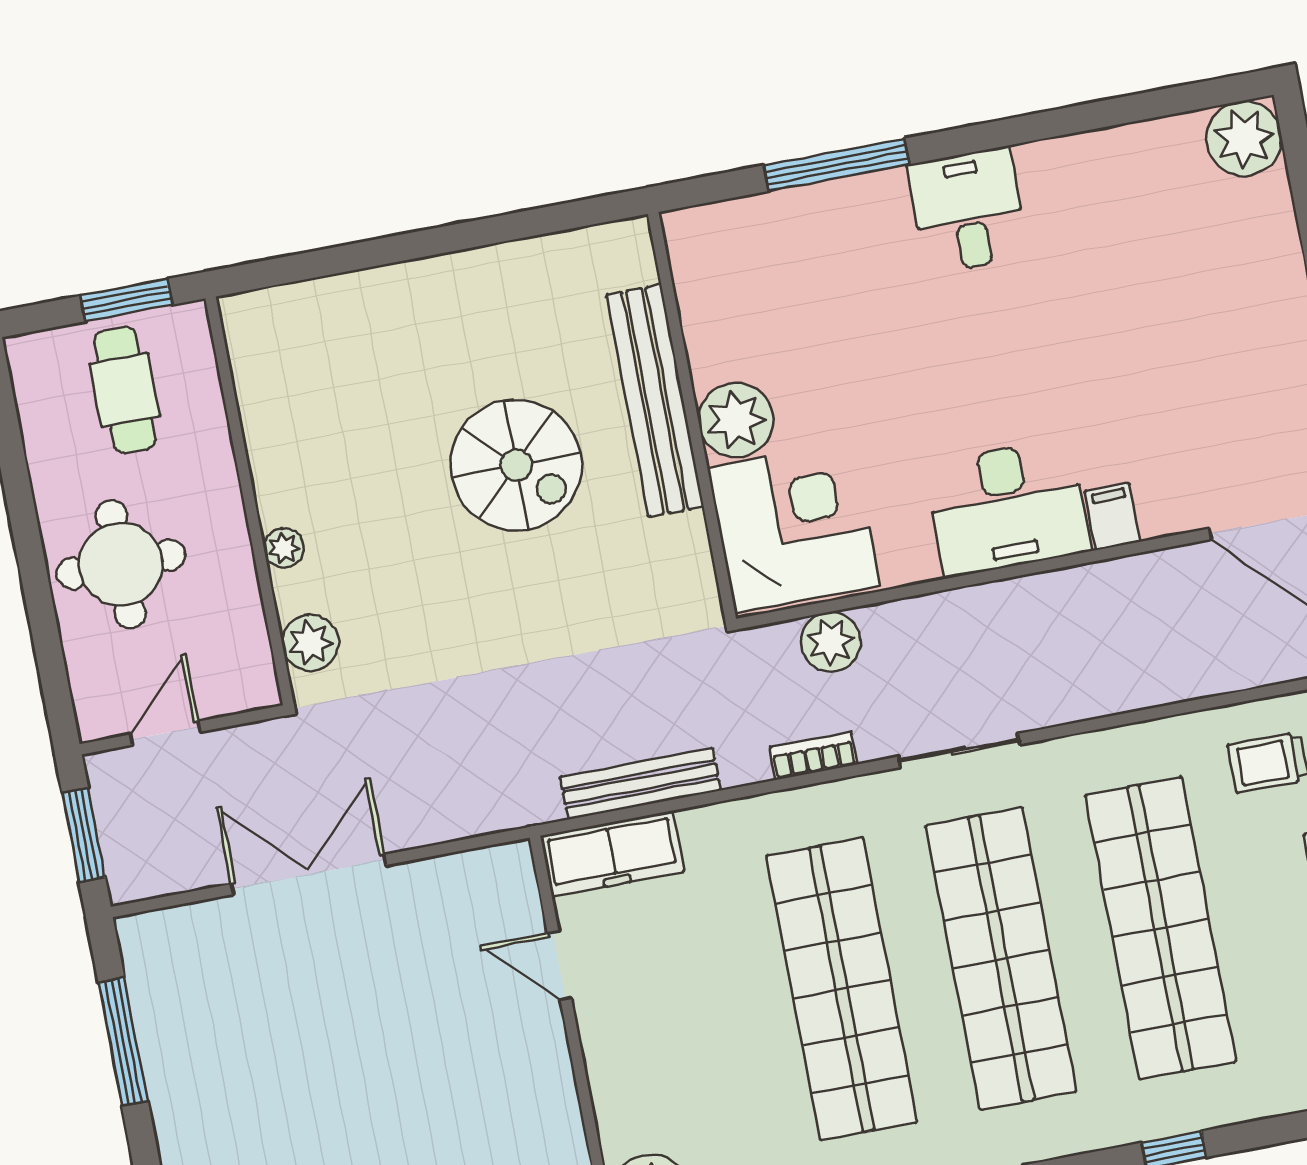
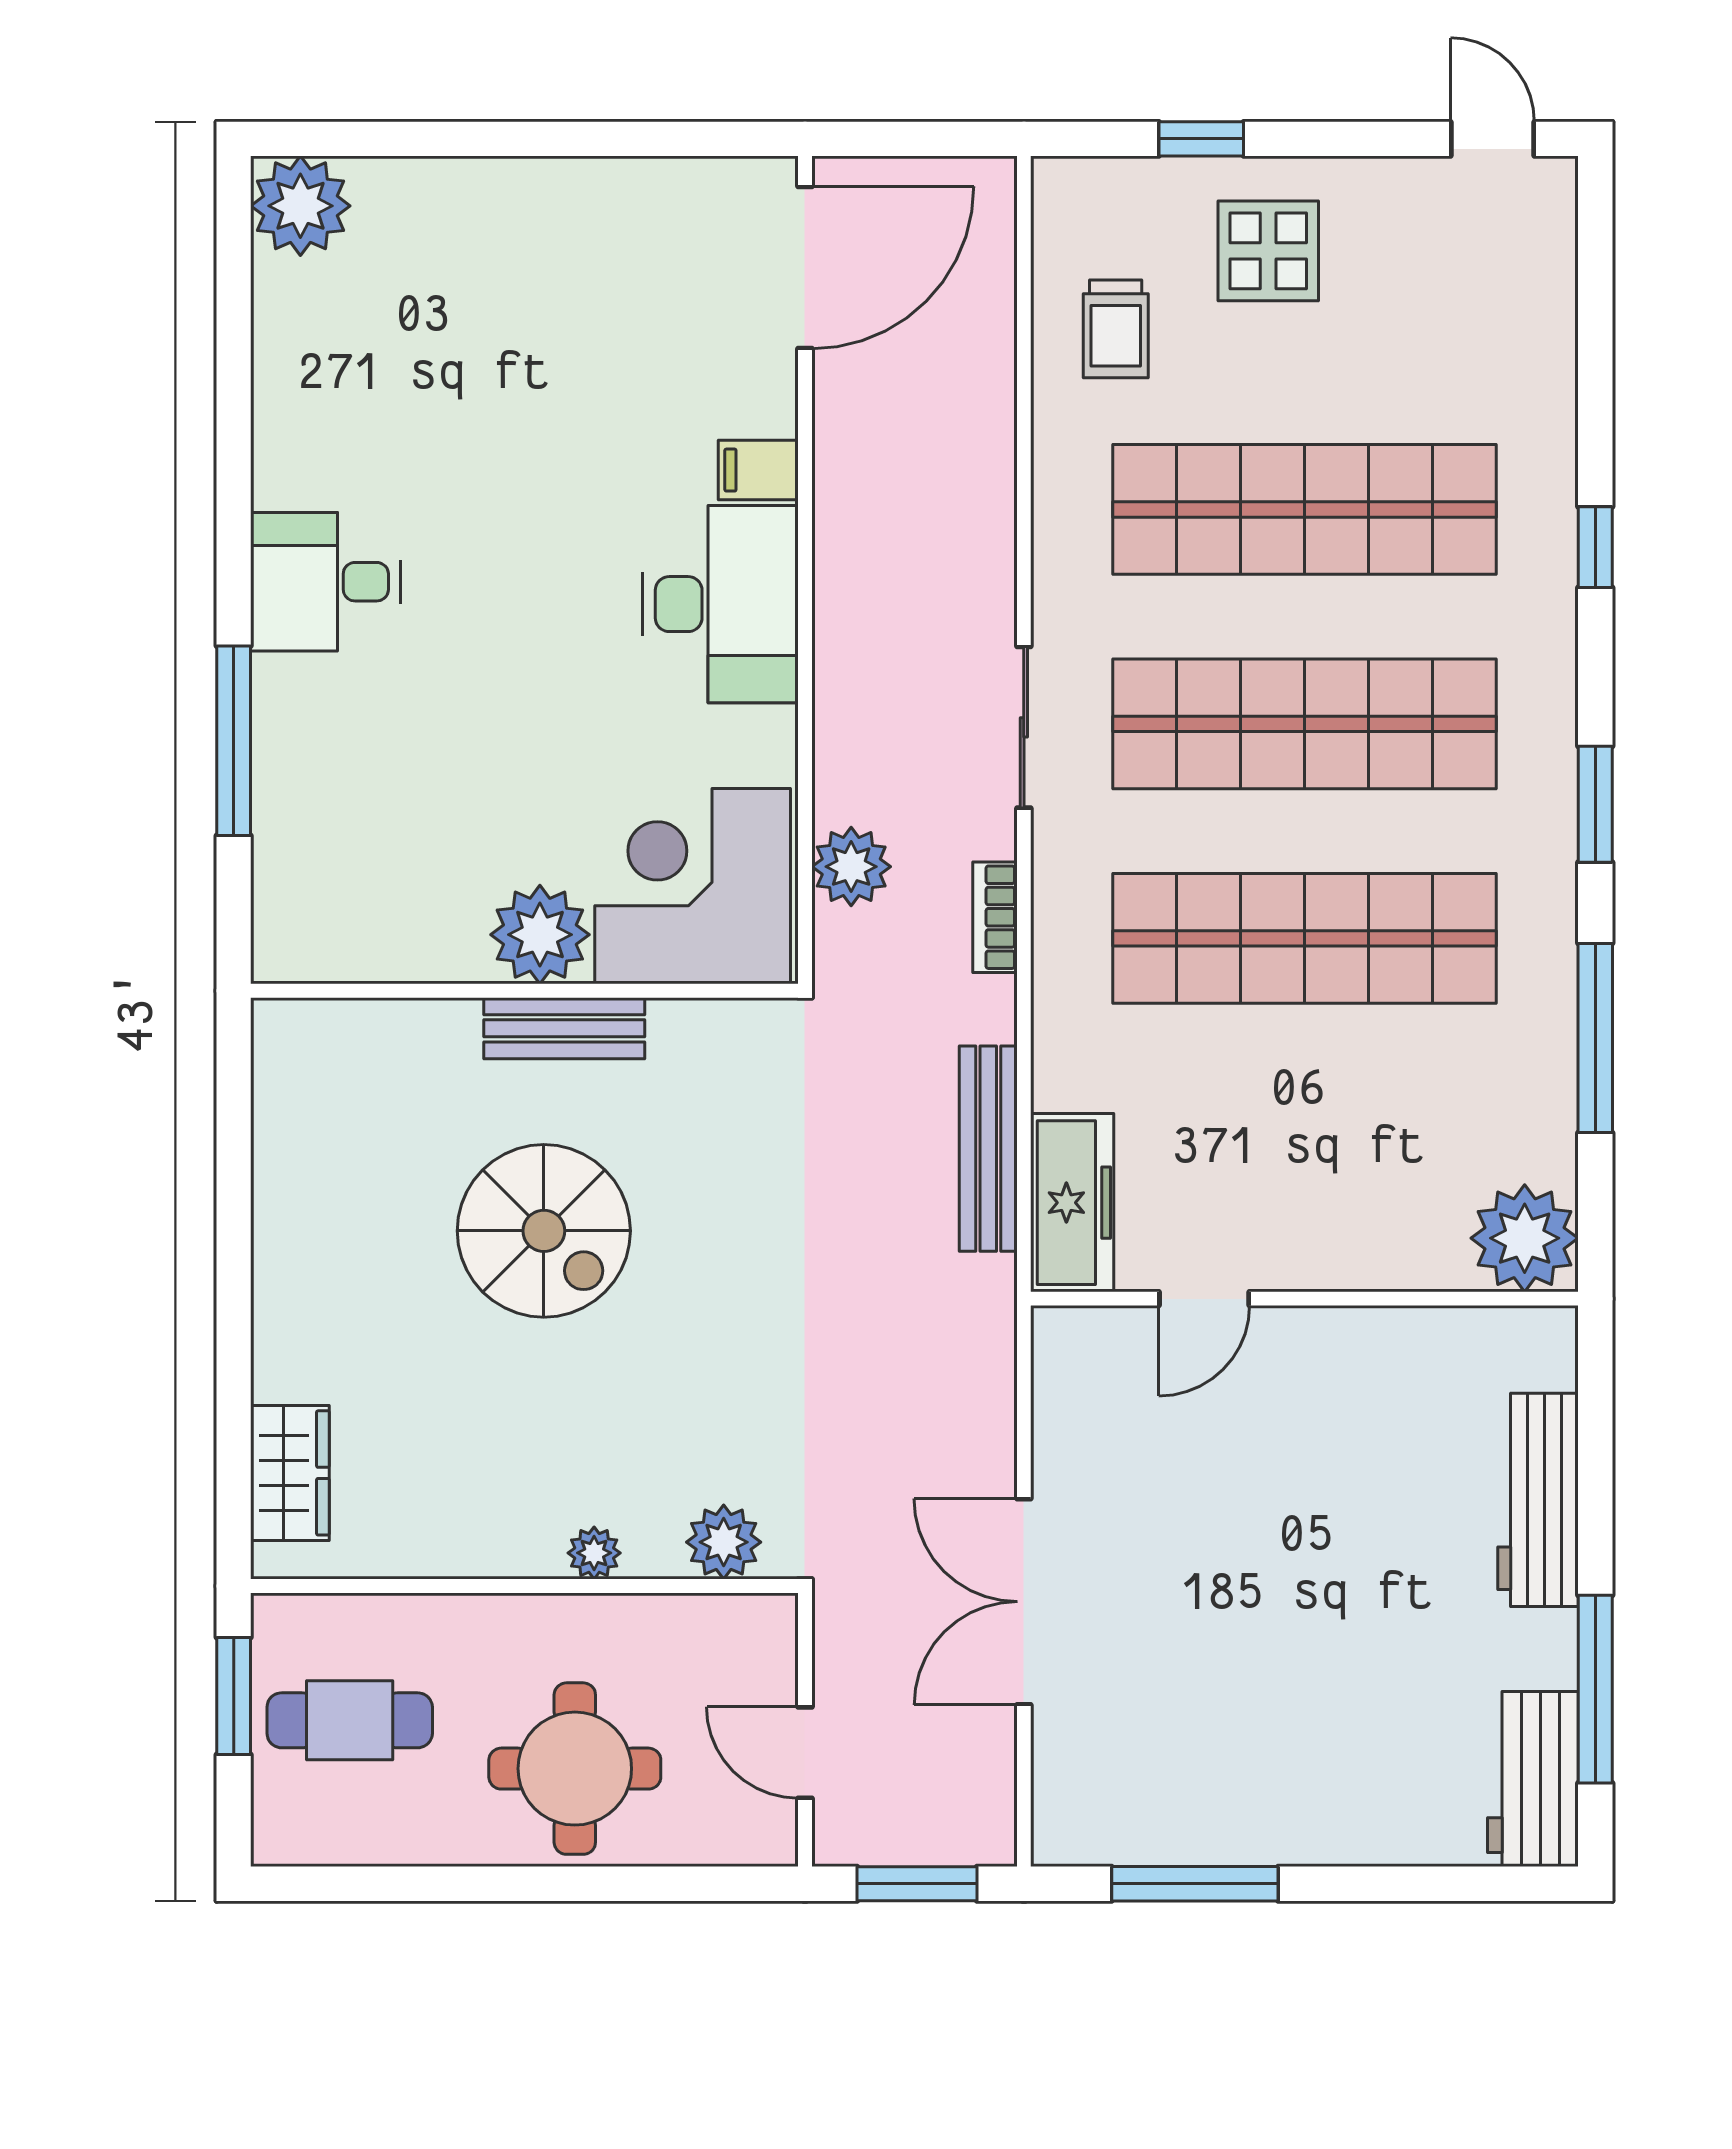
wardrobe: (300, 310) -> (290, 1473), added
bench: (655, 401) -> (564, 1028), width x0.54, depth x0.82
spiral stairs: (516, 465) -> (544, 1231), turned 90

